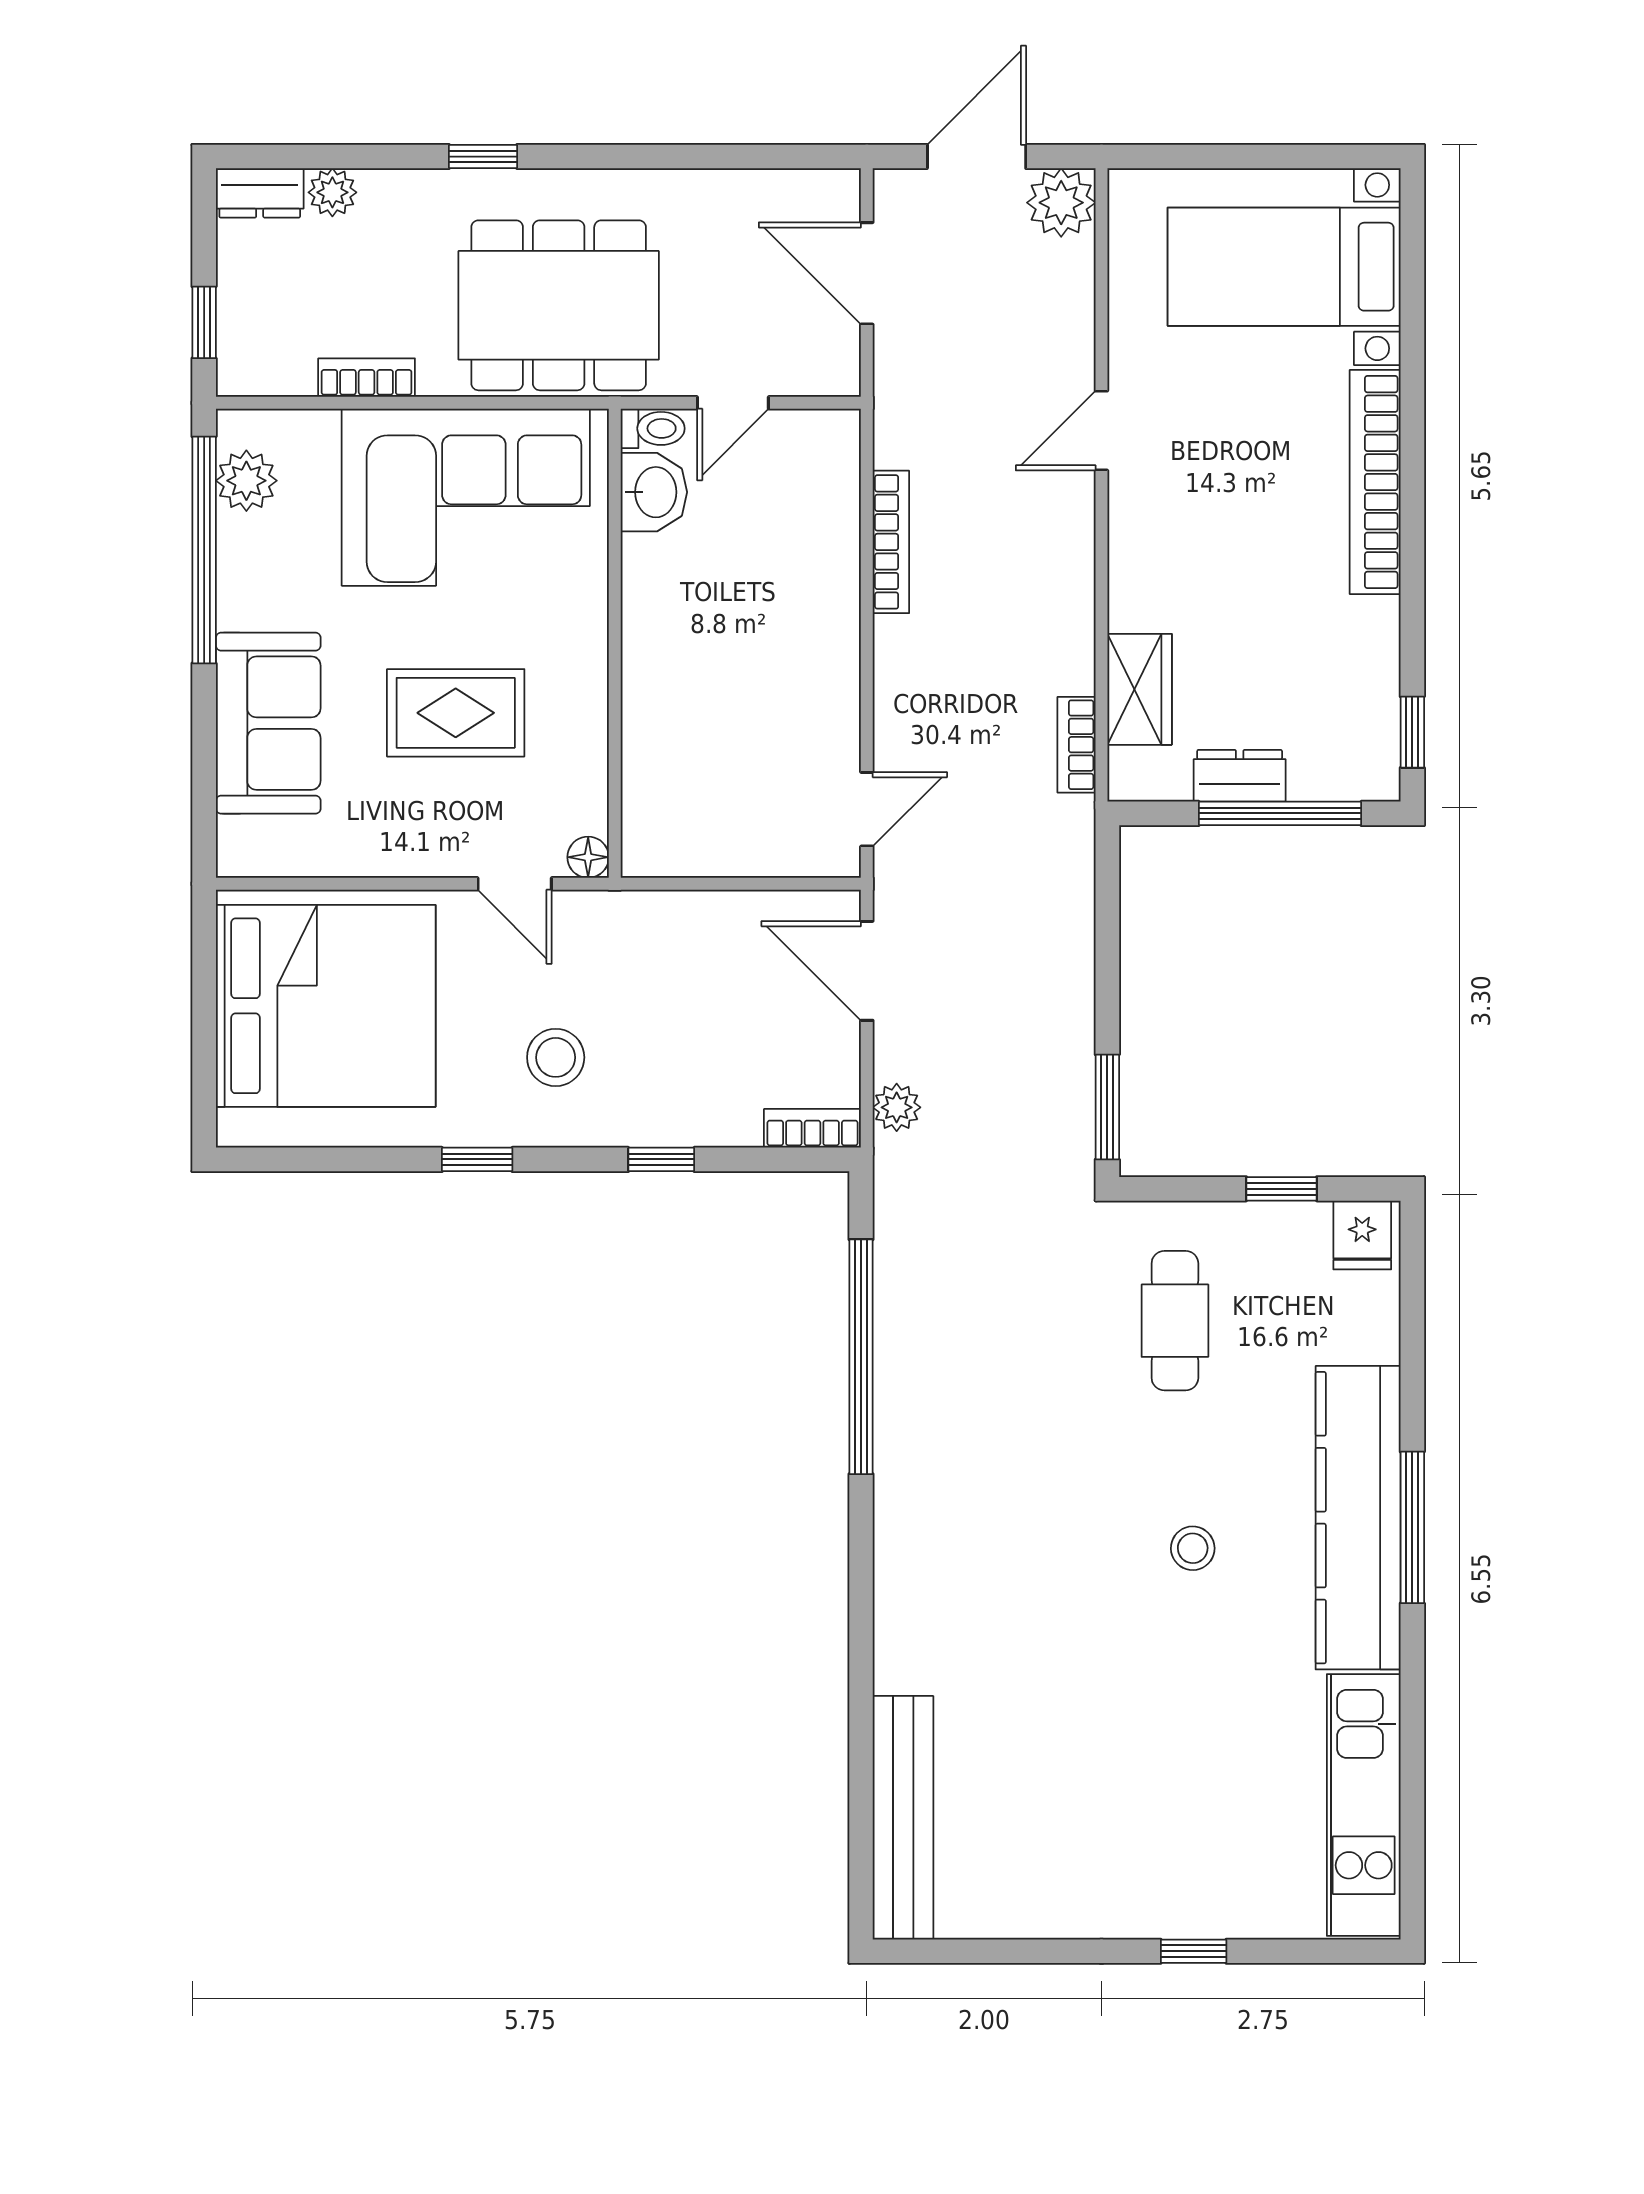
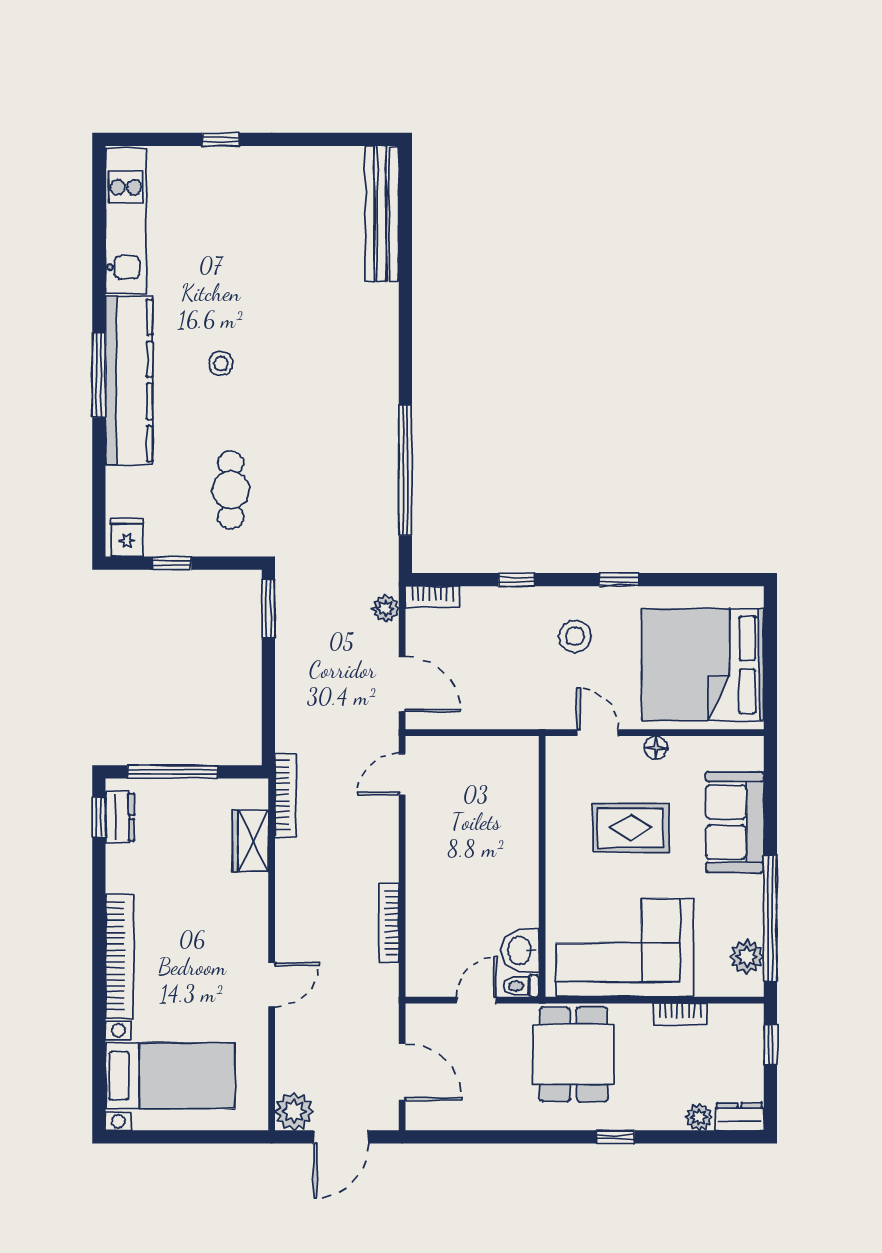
dining table: (559, 305) -> (573, 1054), width x0.73
bookcase: (1076, 745) -> (286, 795), width x1.56
dresser: (1240, 776) -> (120, 817), moved, turned -90
floor lamp: (588, 857) -> (656, 748), moved

